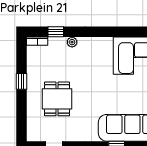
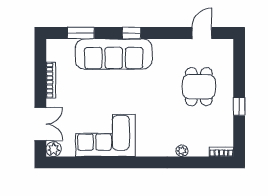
window: (56, 32) -> (200, 162), removed

